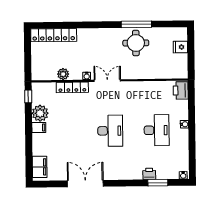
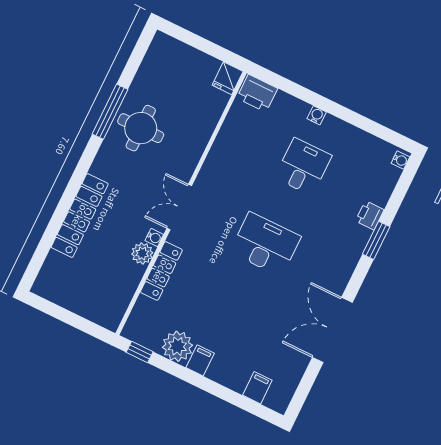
locker: (54, 35) -> (80, 216), moved
fridge: (180, 47) -> (228, 78), moved
plant: (63, 74) -> (142, 253), moved
desk: (157, 130) -> (303, 167), width x0.73
filing cabinet: (40, 167) -> (257, 388), width x0.50
window: (158, 183) -> (376, 240), moved

